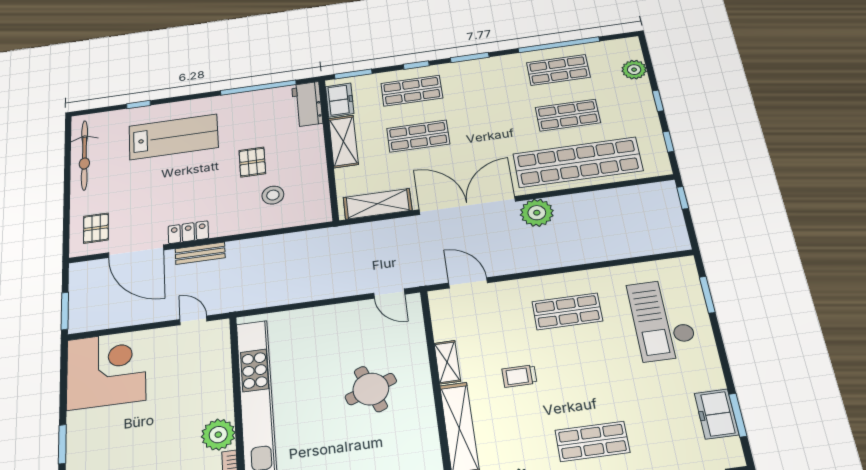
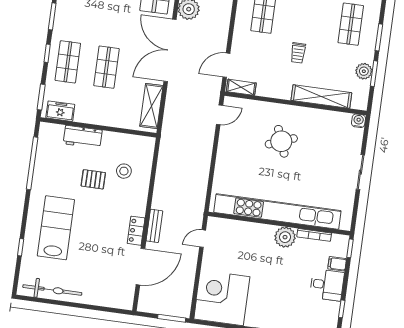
workbench: (307, 104) -> (83, 137), moved
shelving: (343, 141) -> (95, 116), removed
pallet: (96, 228) -> (114, 290), removed
shelving: (447, 362) -> (241, 87), moved

